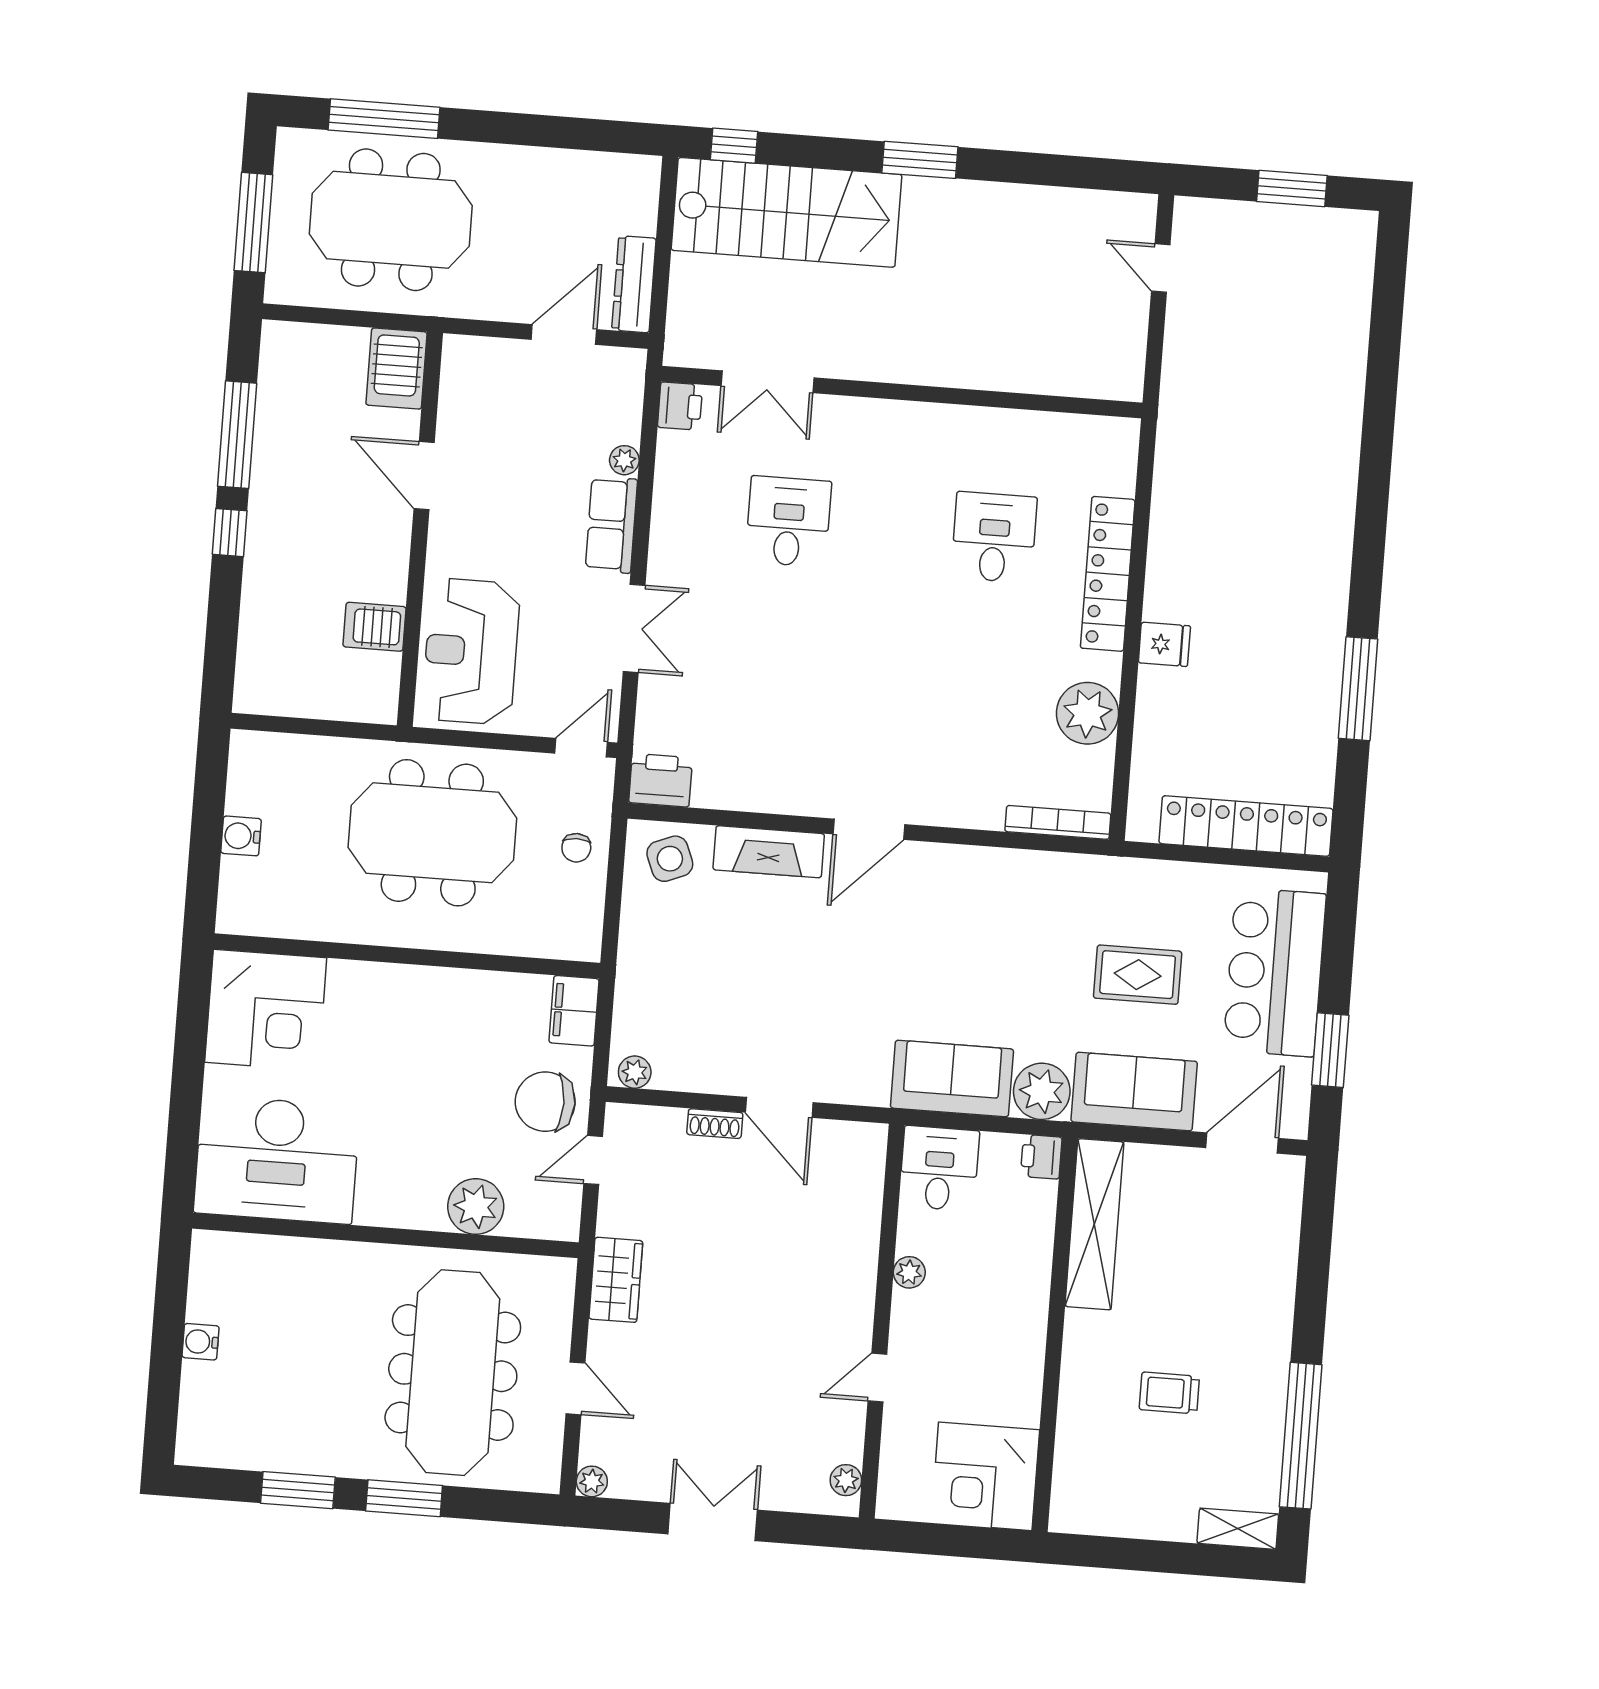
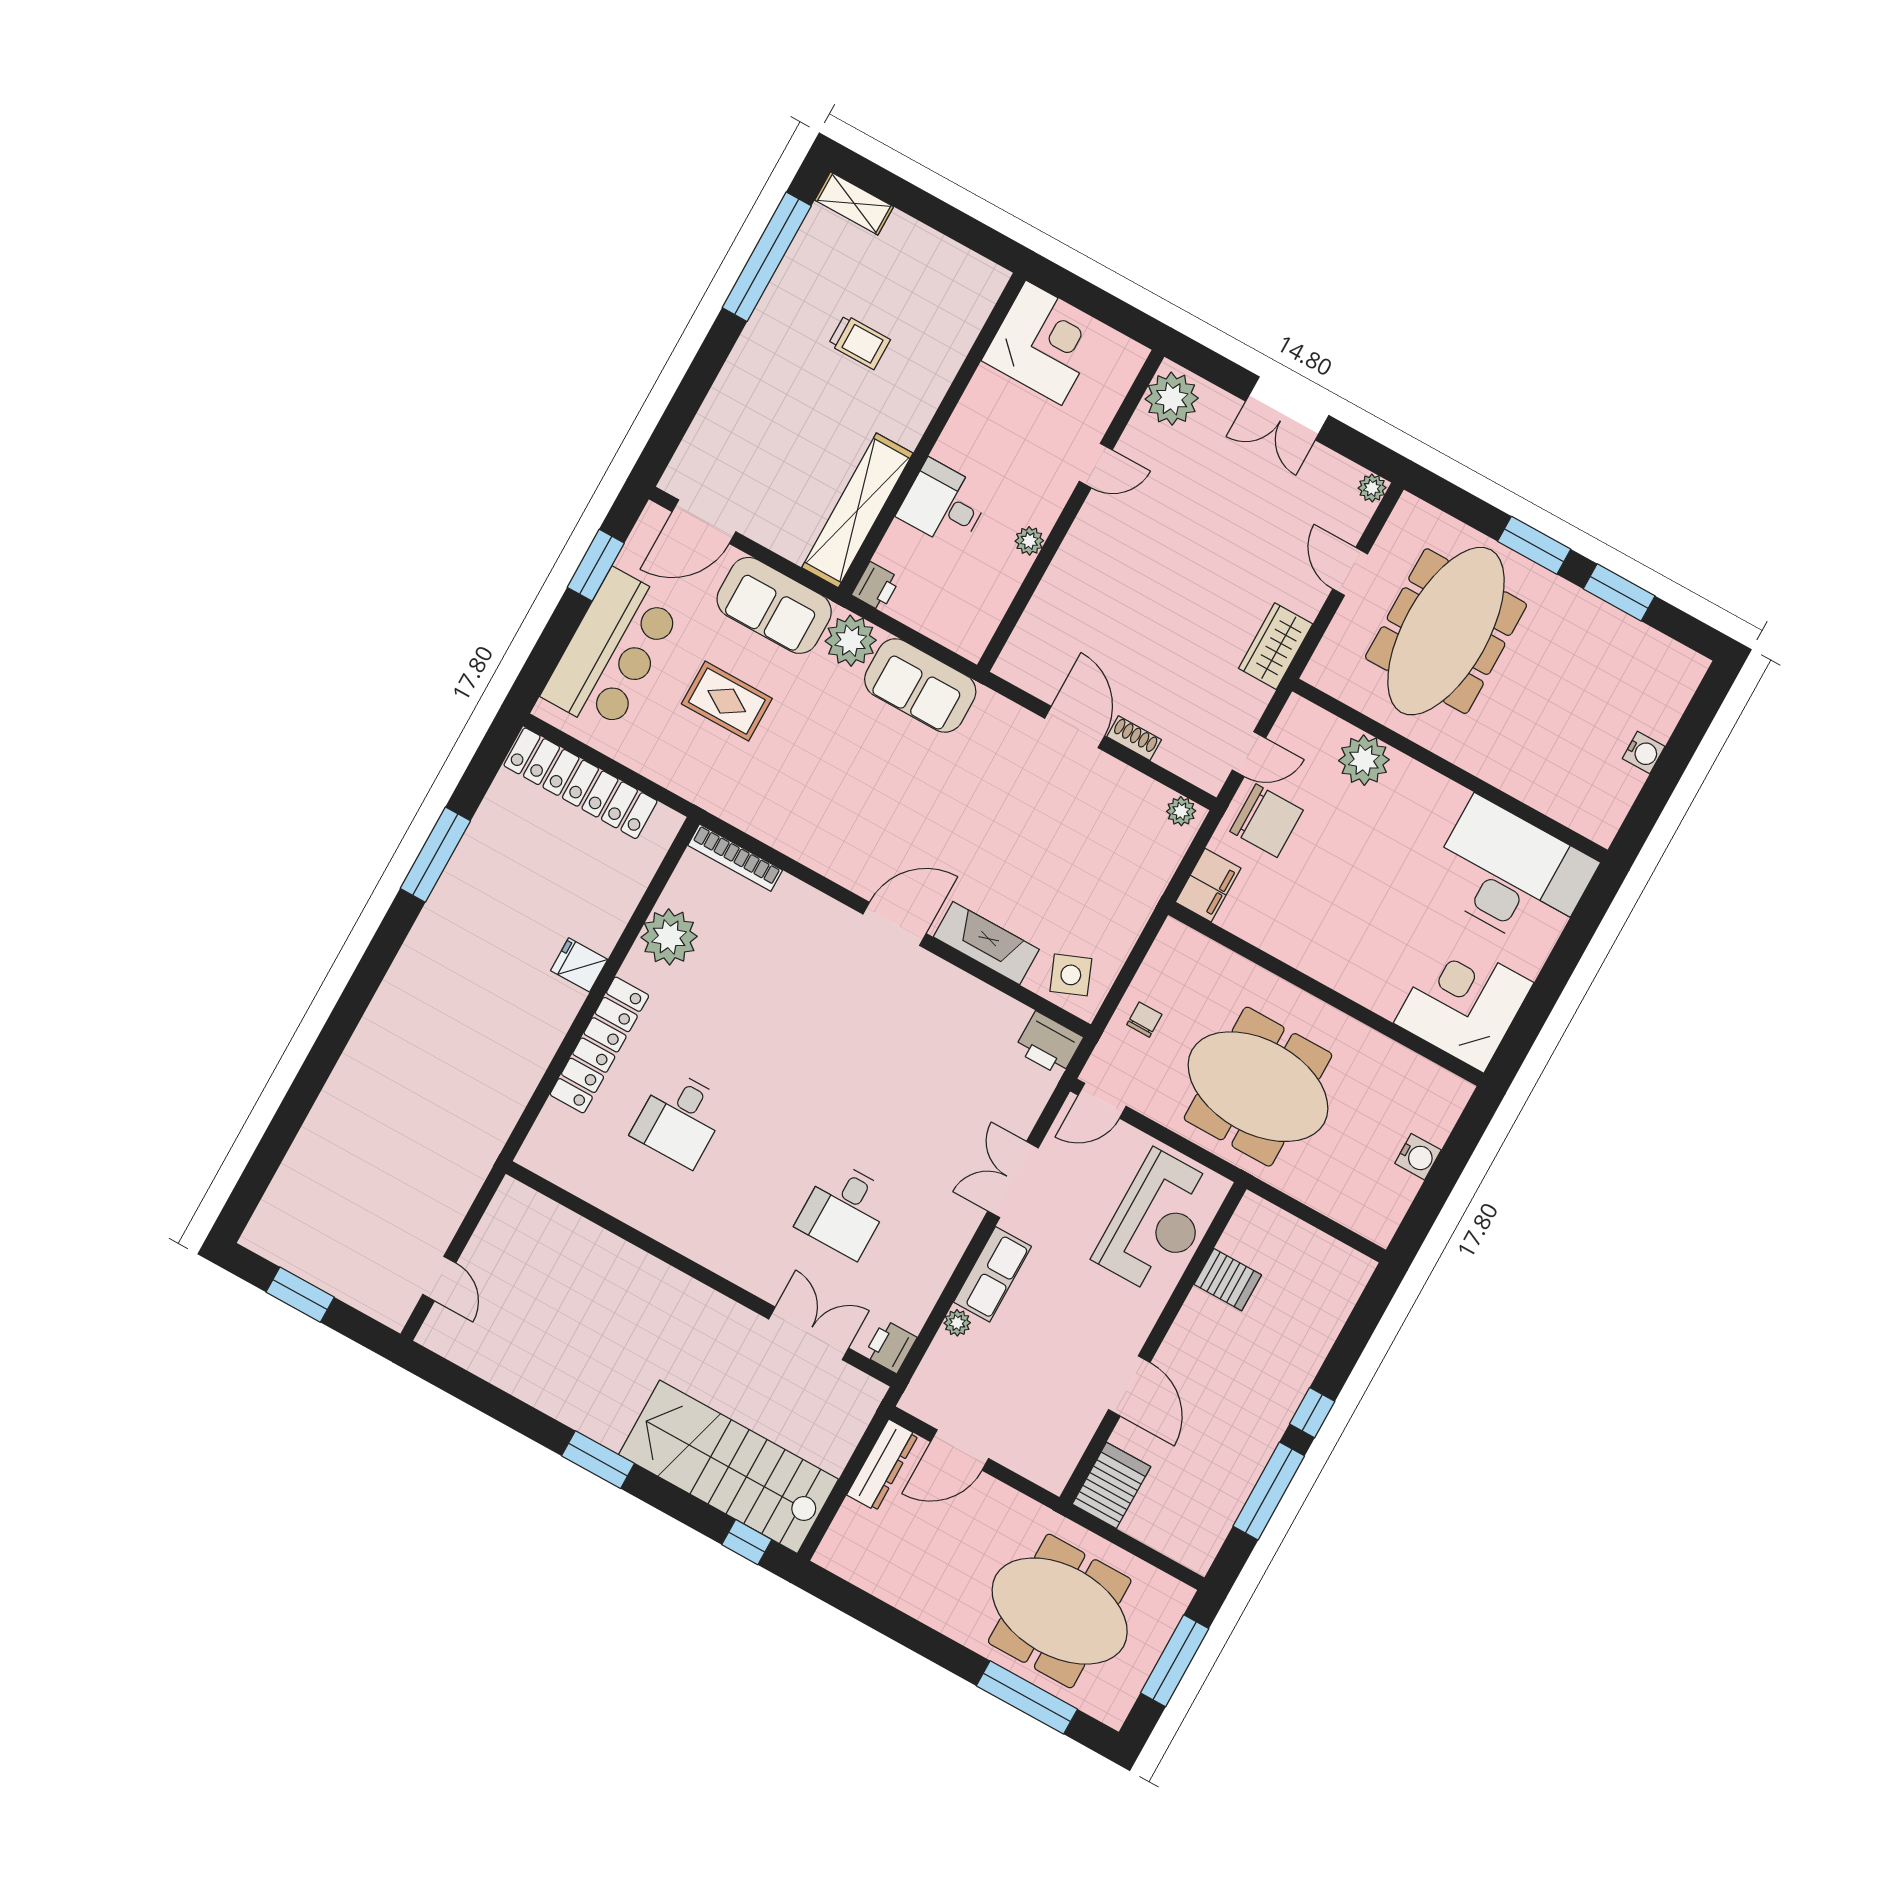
desk: (939, 1168) -> (944, 504), moved, turned 90
plant: (846, 1480) -> (1172, 399), width x1.87, depth x1.87

